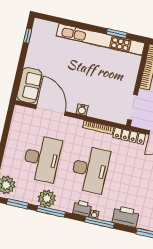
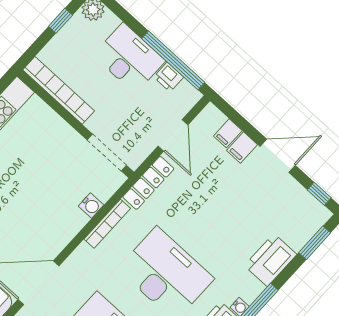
water cooler: (82, 110) -> (91, 206), moved

